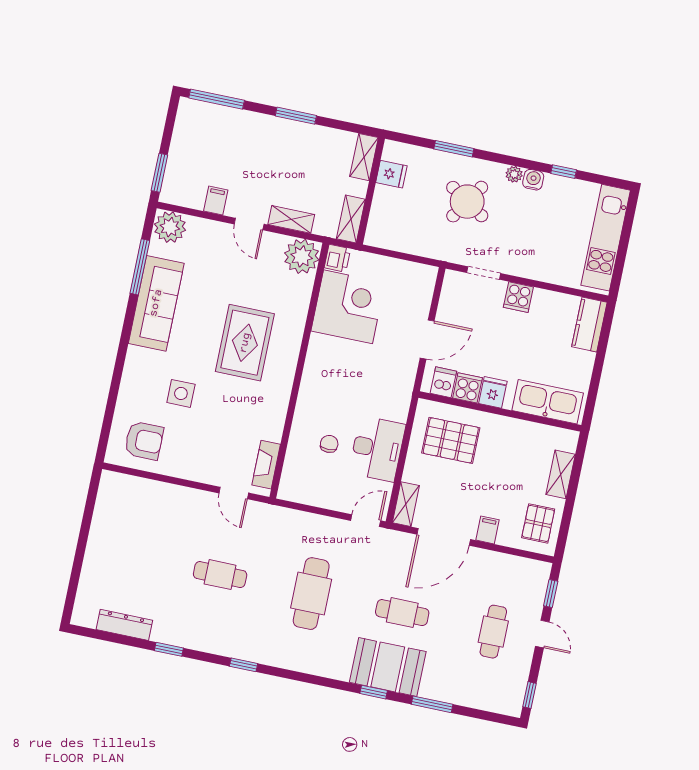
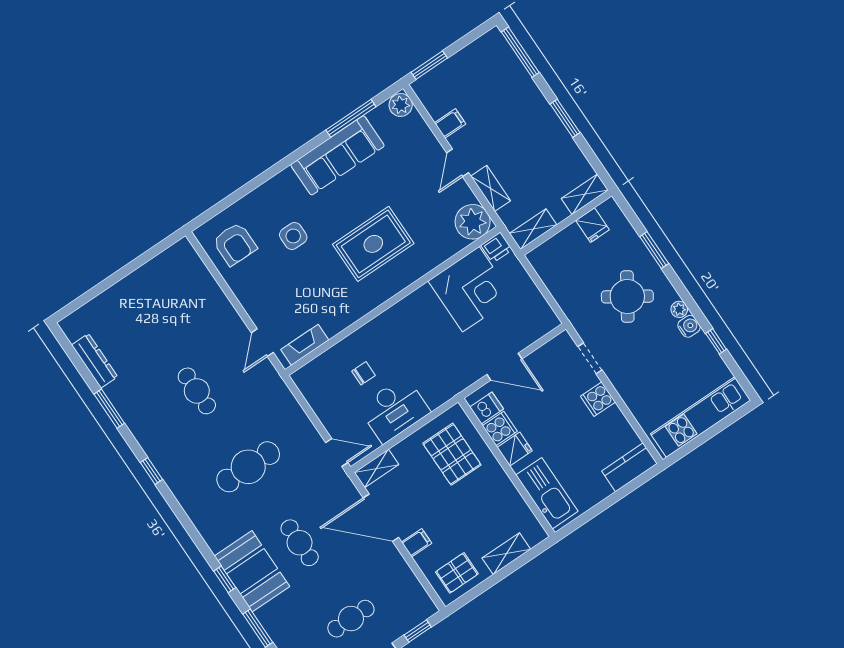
plant: (170, 227) -> (401, 105), width x0.73, depth x0.73
window: (169, 649) -> (109, 409), width x1.50

